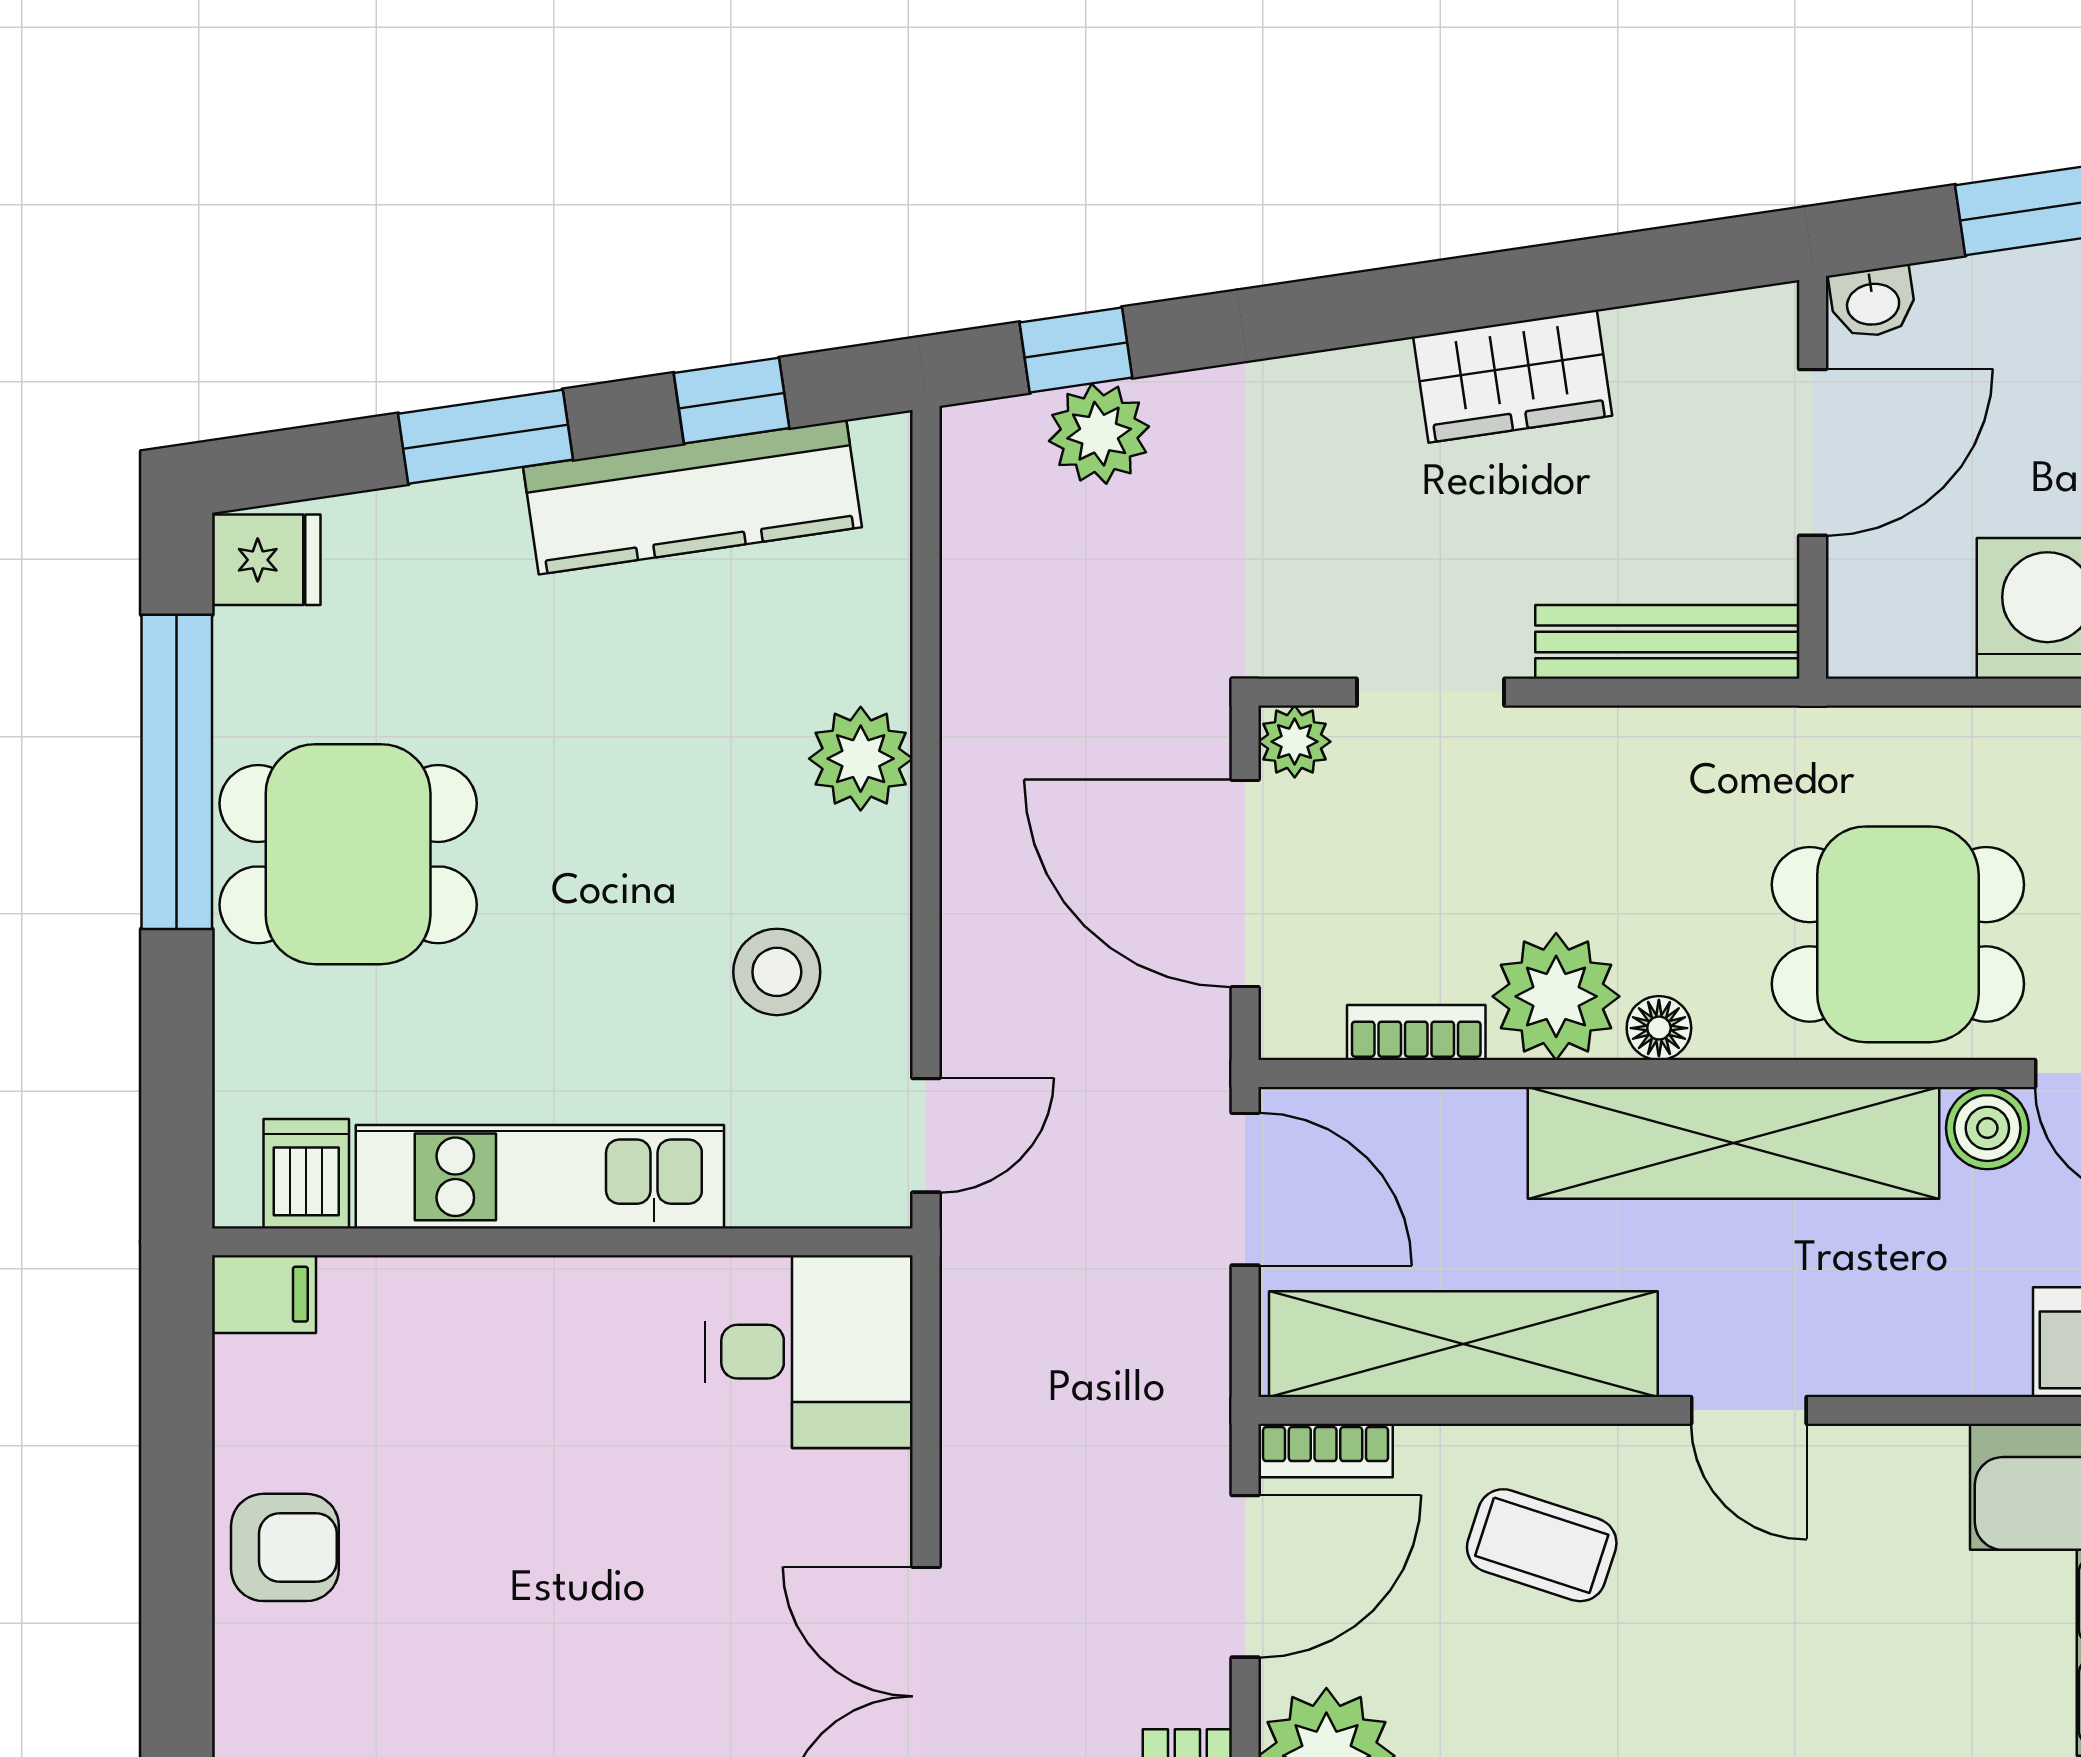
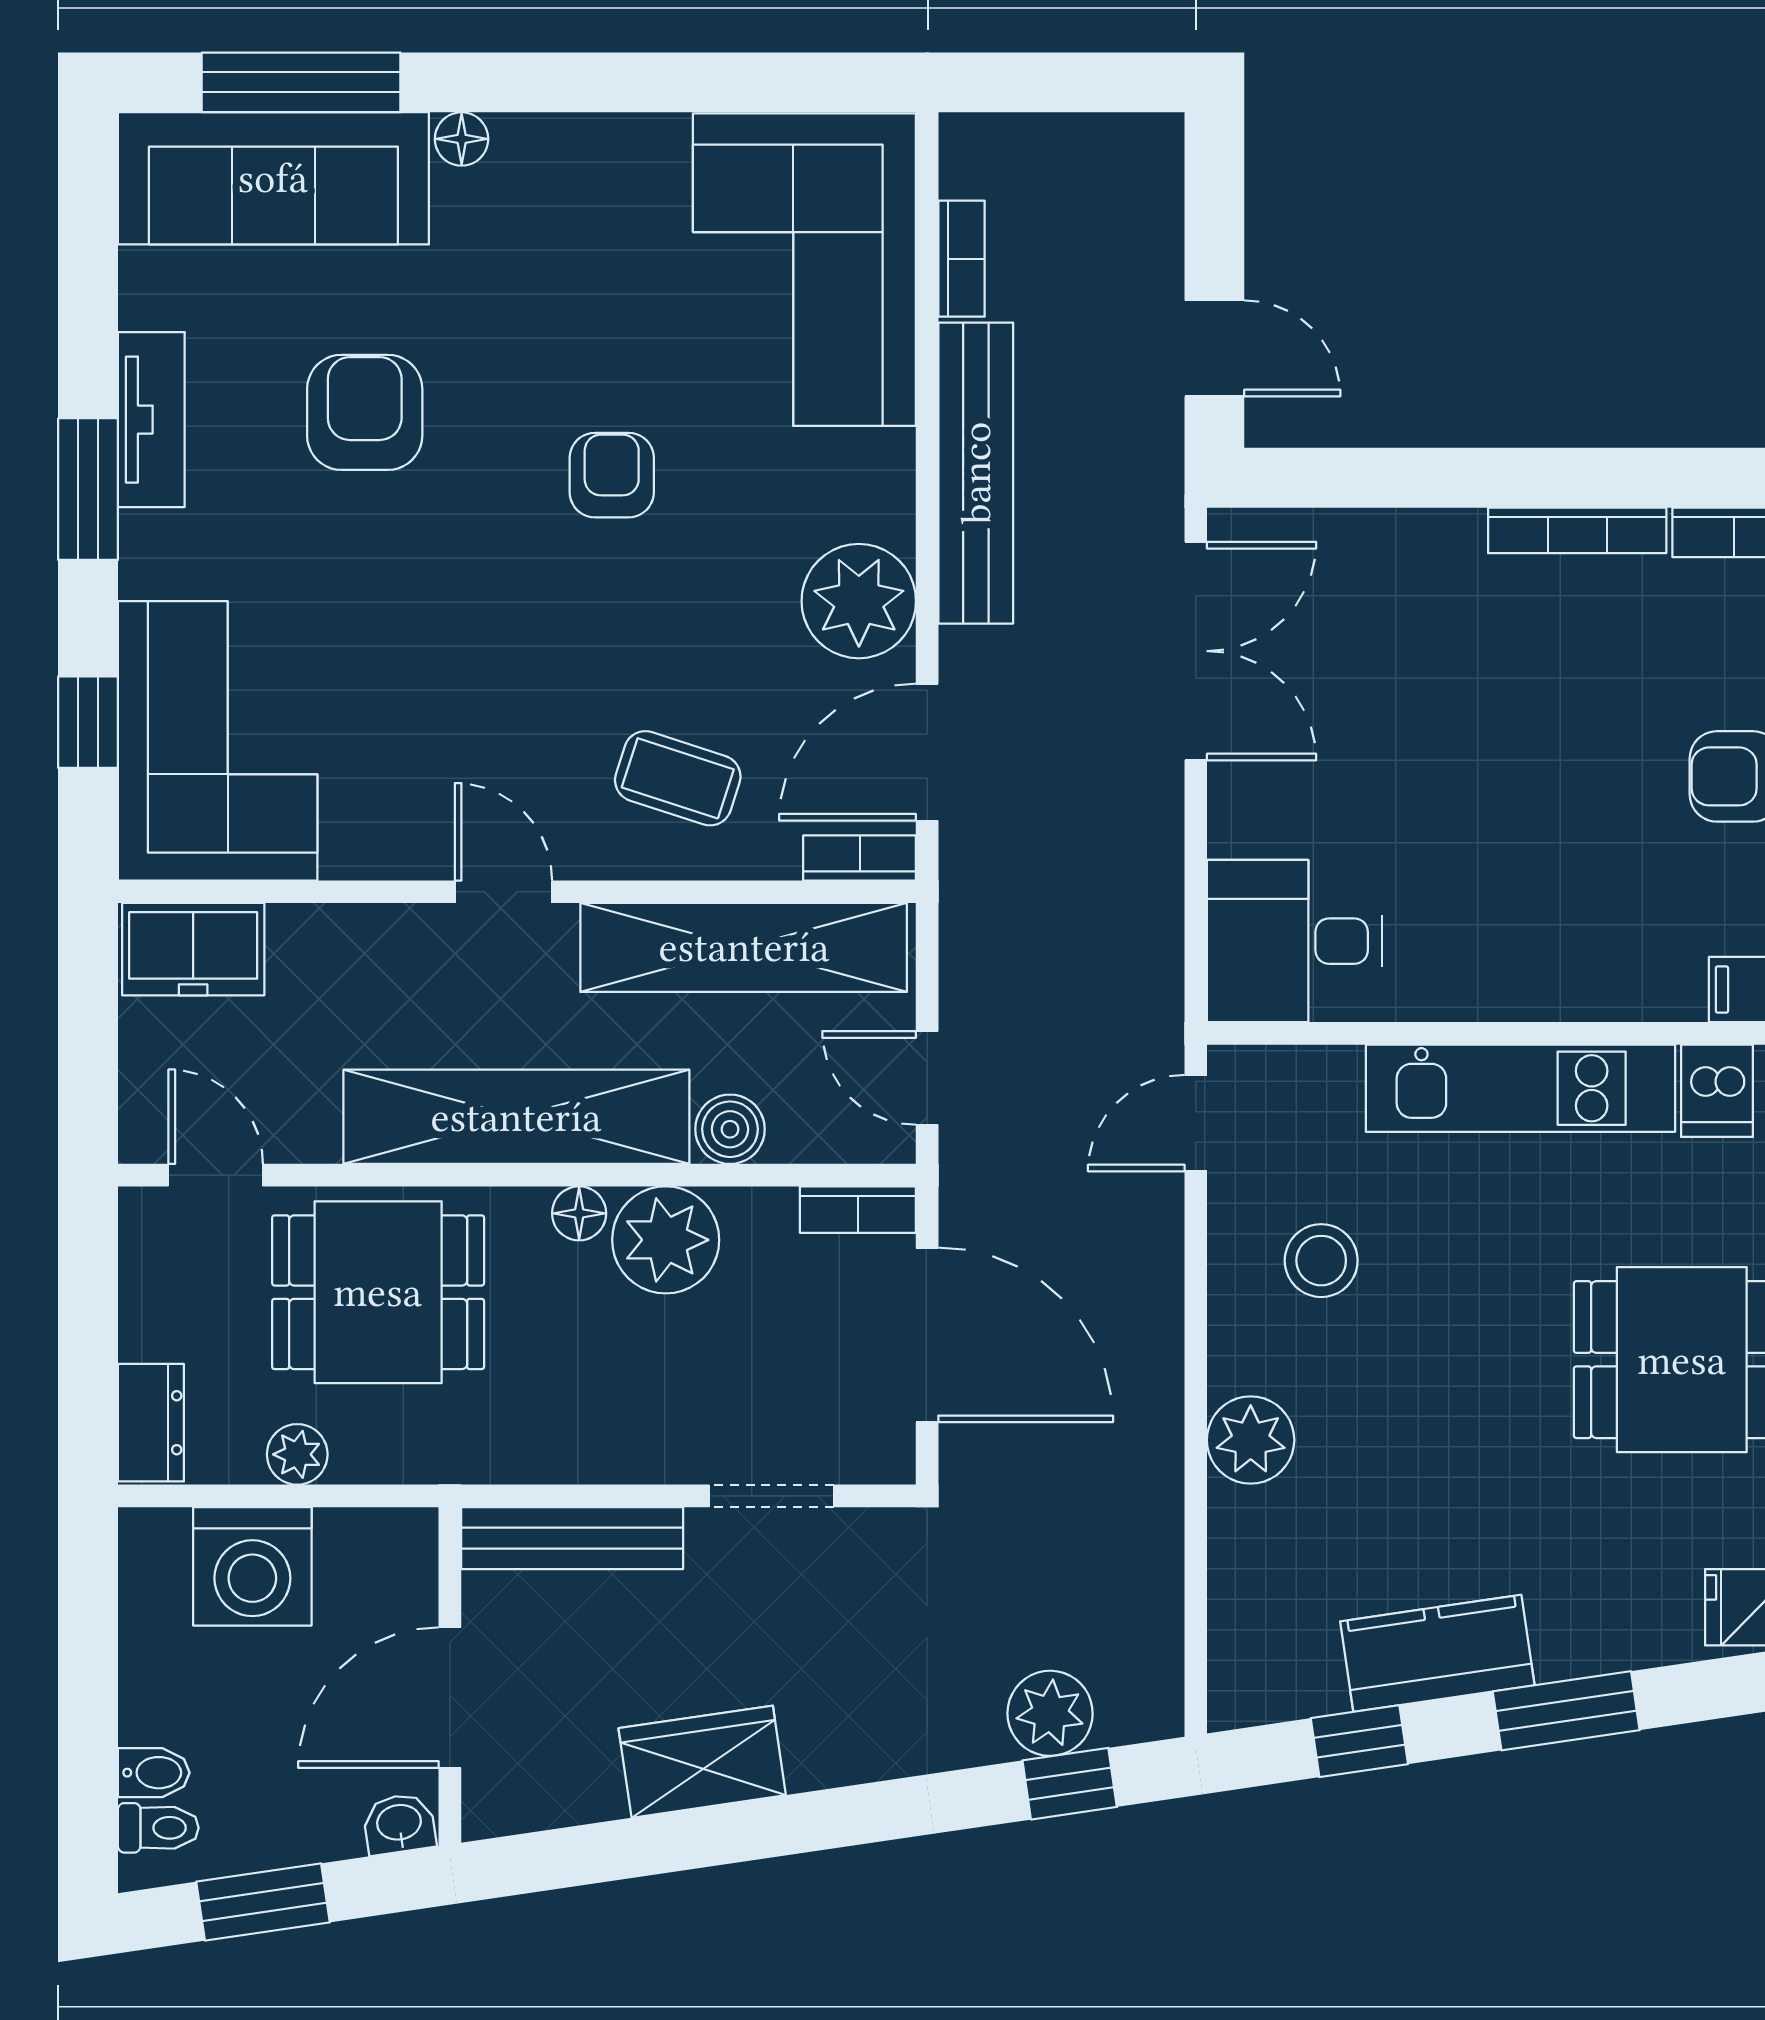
kitchen counter: (693, 497) -> (1437, 1653), width x0.67
plant: (1295, 742) -> (297, 1454), moved
bookcase: (1416, 1033) -> (858, 1210), moved
boiler: (1987, 1128) -> (730, 1129), moved
door: (1245, 1189) -> (927, 1078), width x0.73

